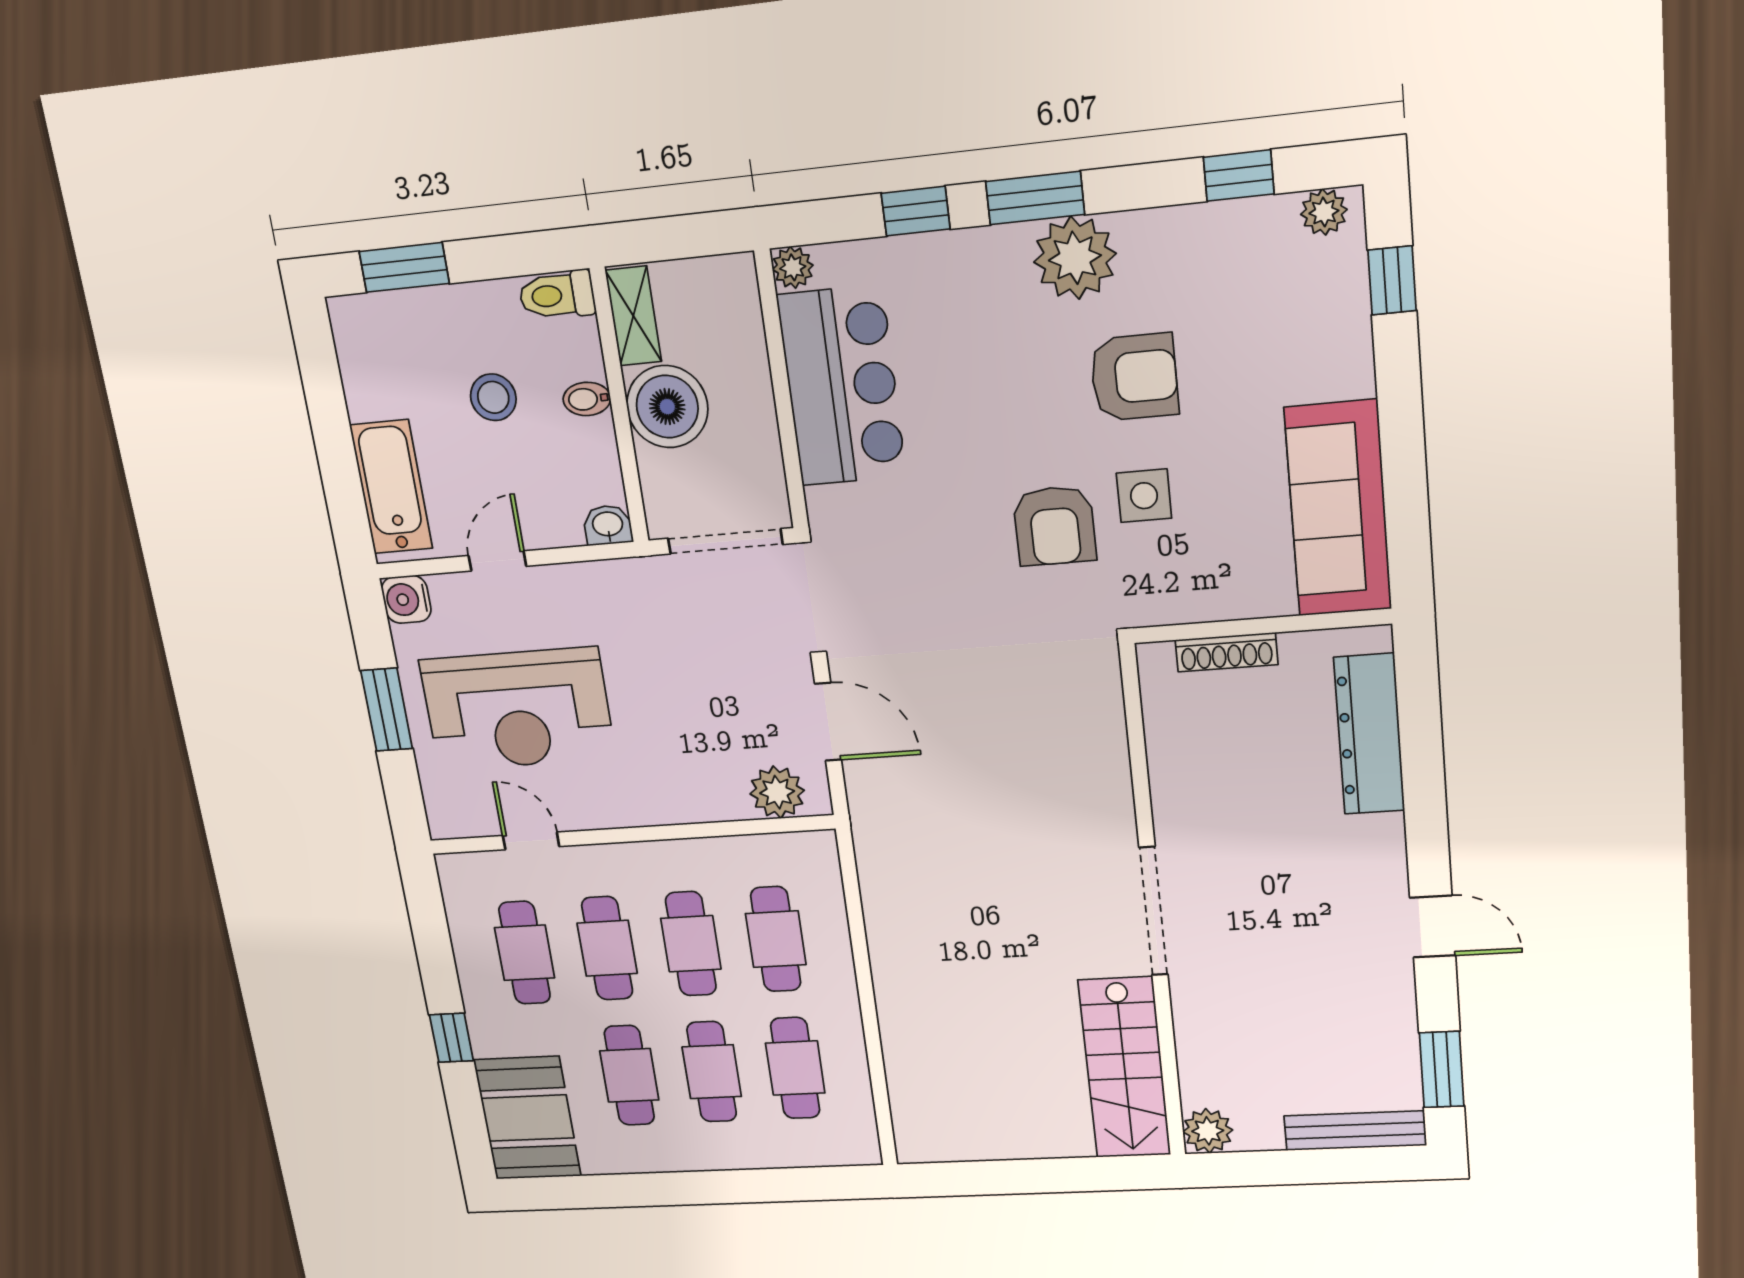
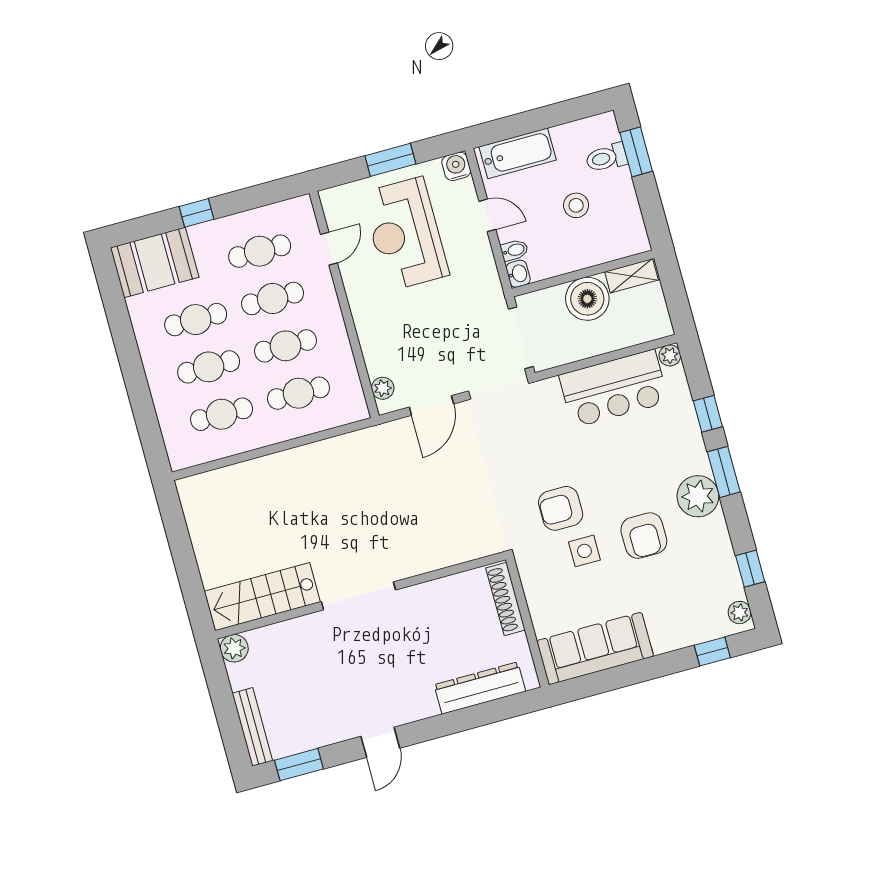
toilet: (557, 295) -> (606, 158), moved, turned -90
bidet: (587, 399) -> (514, 250), moved, turned 90
shoe rack: (1226, 652) -> (505, 599), width x1.36, depth x1.24
plant: (777, 792) -> (383, 388), width x0.73, depth x0.73

